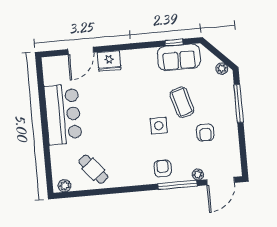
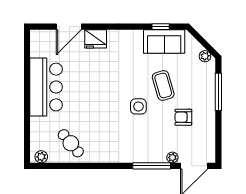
armchair: (205, 133) -> (183, 117), turned 90
armchair: (163, 168) -> (139, 148), removed

